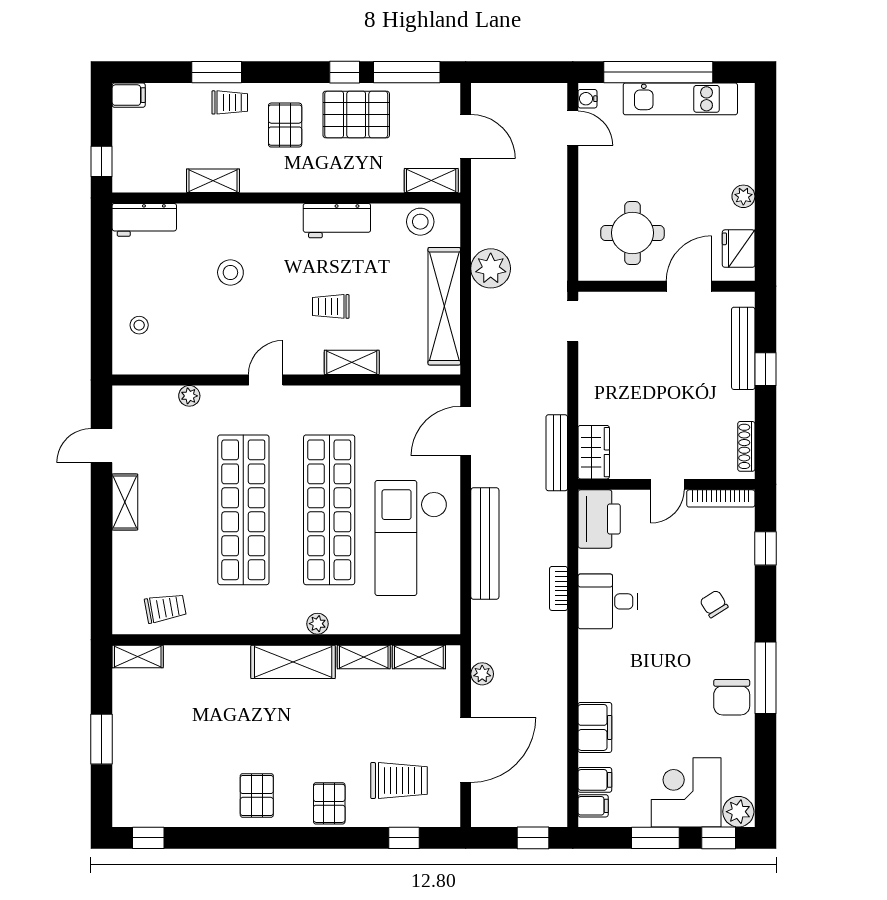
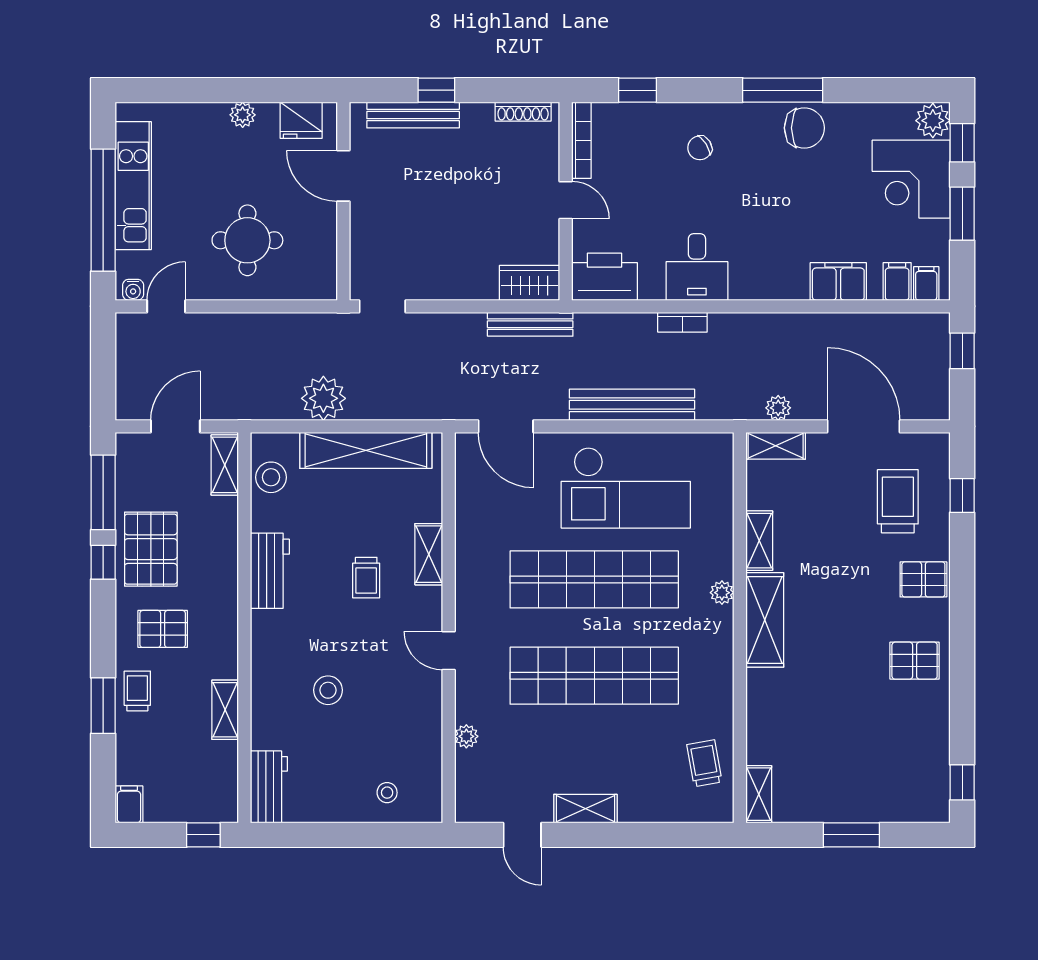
round table: (632, 233) -> (247, 240), moved
shelving: (419, 657) -> (776, 446), moved, turned 90

